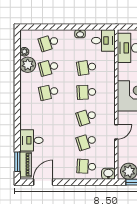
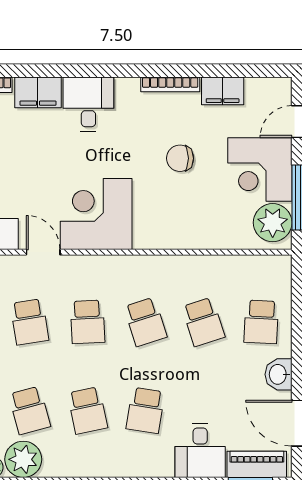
school desk: (49, 117) -> (145, 410), added
door: (116, 132) -> (43, 252), moved
washbasin: (108, 174) -> (278, 374), moved

